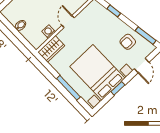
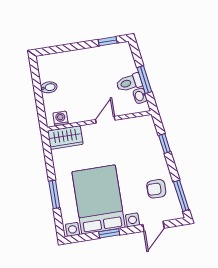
washing machine: (49, 32) -> (61, 118), moved
window: (68, 88) -> (54, 194), width x0.69

